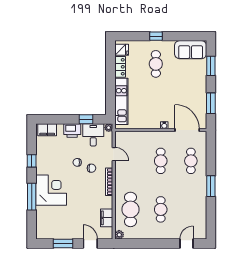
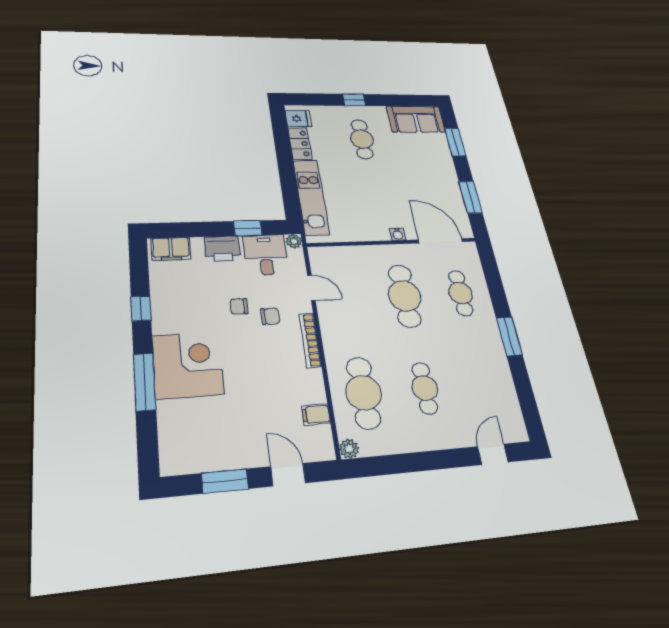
cafe table: (161, 161) -> (405, 296), width x1.37, depth x1.35
filing cabinet: (107, 218) -> (316, 415), width x0.50

